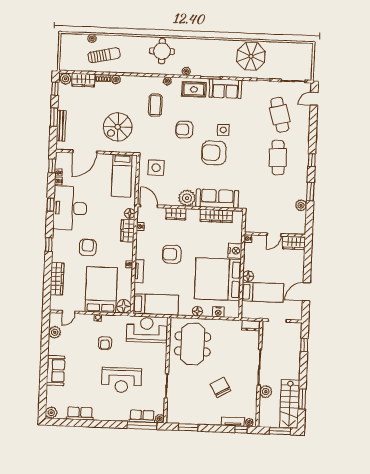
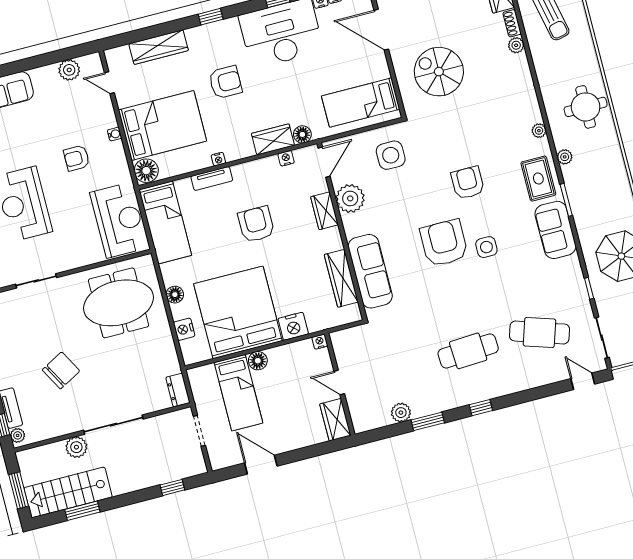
coffee table: (155, 105) -> (493, 123), removed
cafe table: (280, 115) -> (539, 333), turned 33
plant: (187, 198) -> (350, 198), moved

